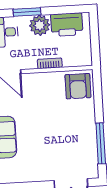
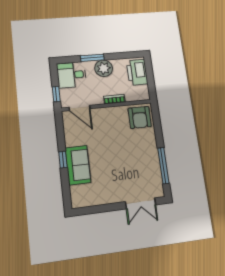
printer: (67, 25) -> (137, 72), moved, turned 90

